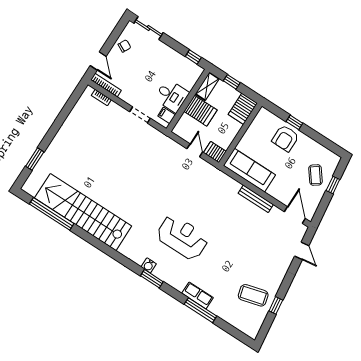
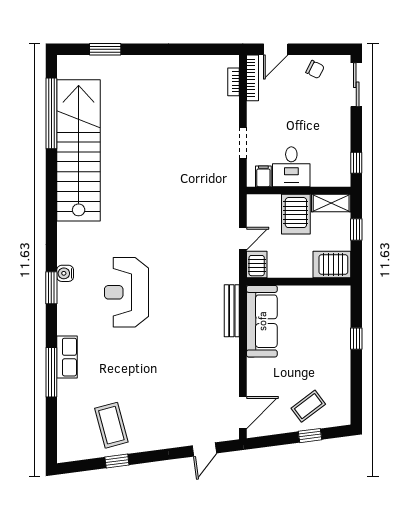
armchair: (285, 138) -> (330, 340), removed
bench: (256, 199) -> (232, 311), moved
reception desk: (182, 237) -> (126, 292), turned 180

